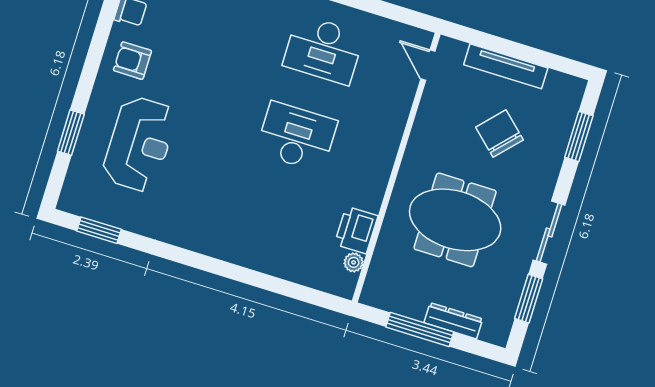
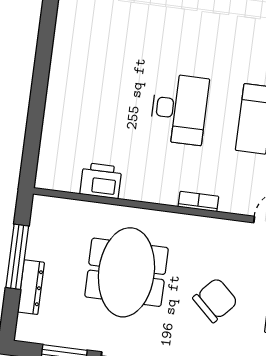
bookcase: (395, 133) -> (198, 201), added
plant: (354, 262) -> (70, 183), removed

